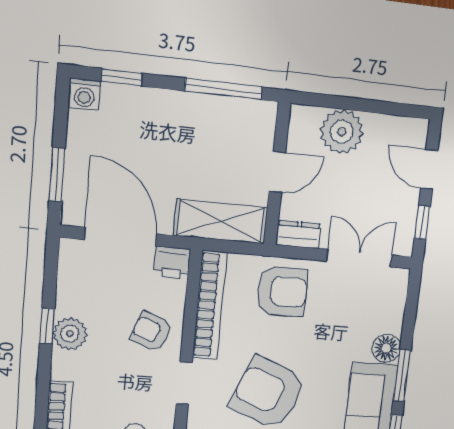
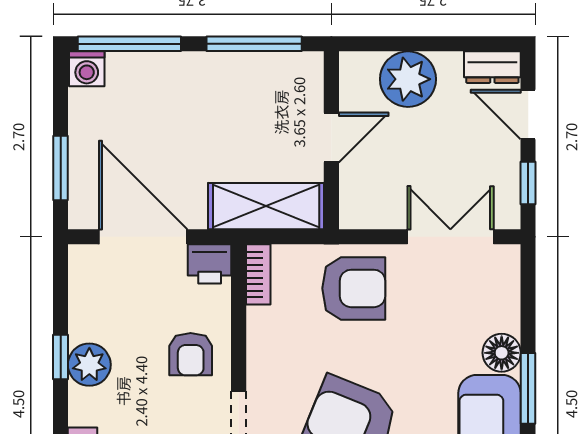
window: (122, 77) -> (129, 44), width x2.17
dresser: (298, 234) -> (492, 67), moved, turned 180
bookcase: (210, 305) -> (258, 274), width x0.43, depth x0.76
armchair: (151, 332) -> (191, 354), turned -111

